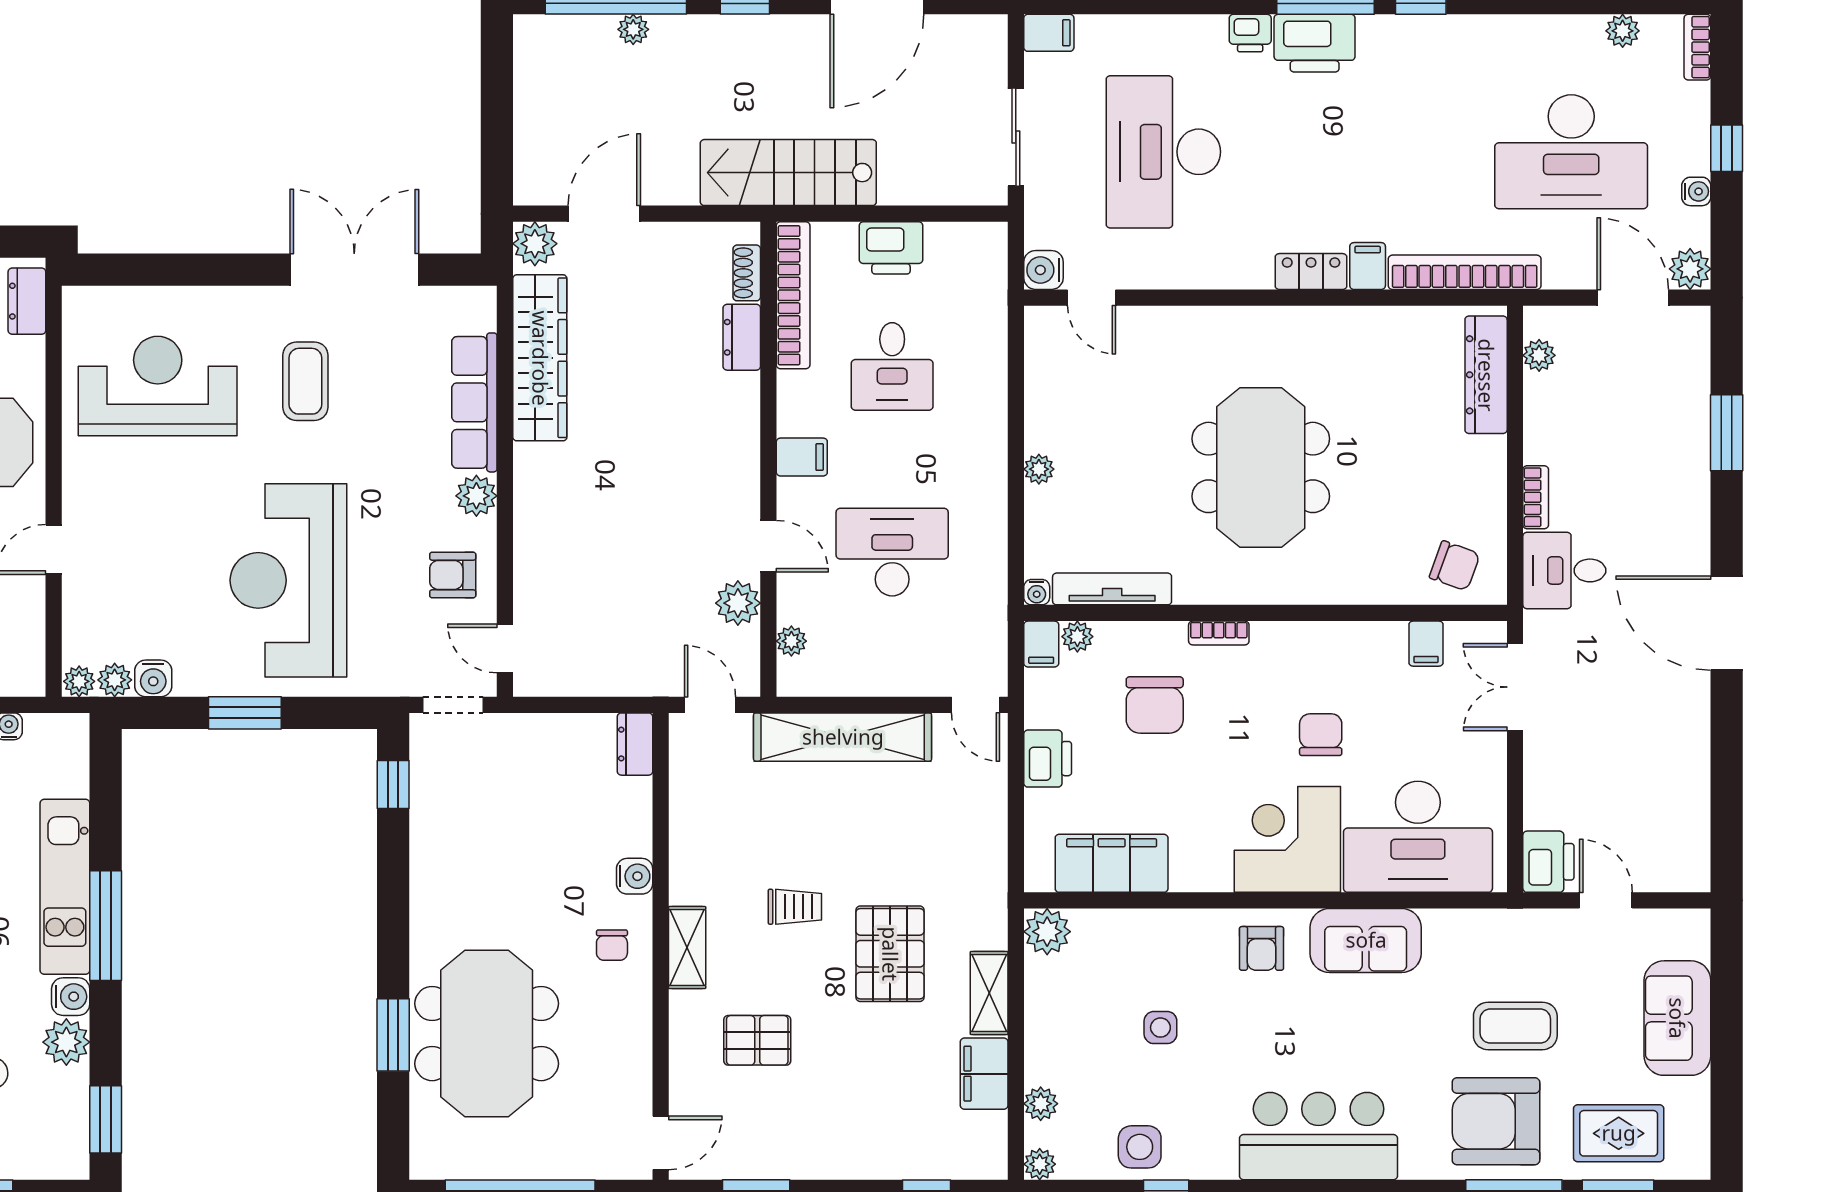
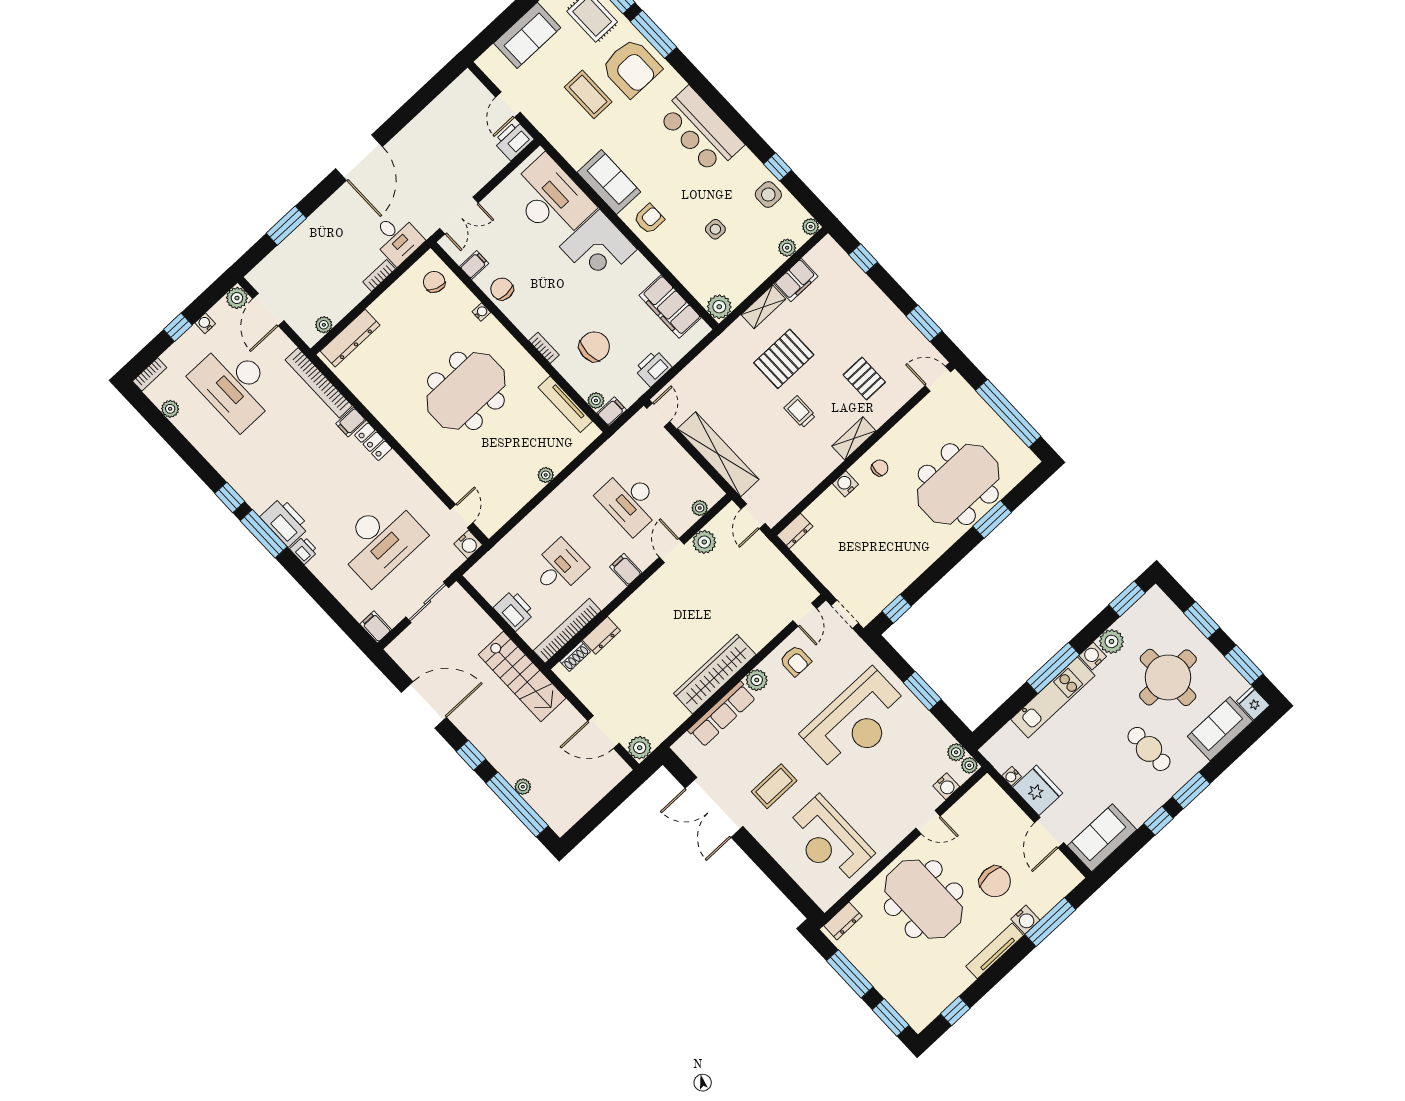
desk: (1571, 152) -> (235, 385), turned 180
wardrobe: (540, 358) -> (715, 674), moved
water cooler: (1037, 592) -> (481, 312), moved
water cooler: (153, 678) -> (946, 786), moved, turned 90
chair: (1321, 735) -> (502, 289), moved, turned 90

